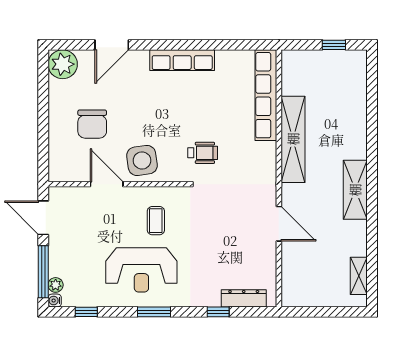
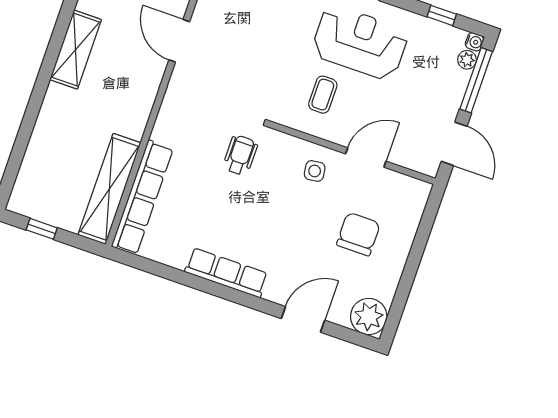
shelving: (293, 139) -> (109, 189), moved
wheelchair: (203, 153) -> (240, 155), turned 90
side table: (142, 160) -> (315, 171), width x0.54, depth x0.54
door: (107, 184) -> (366, 158), swing flipped

